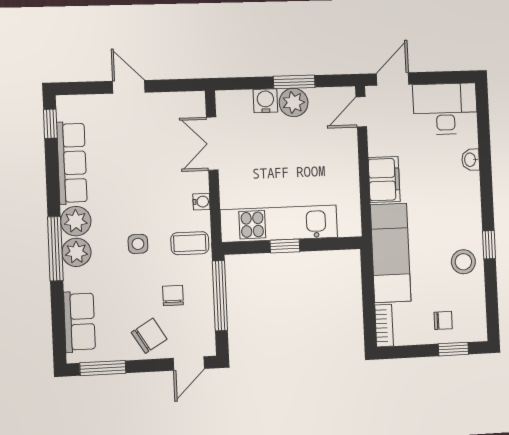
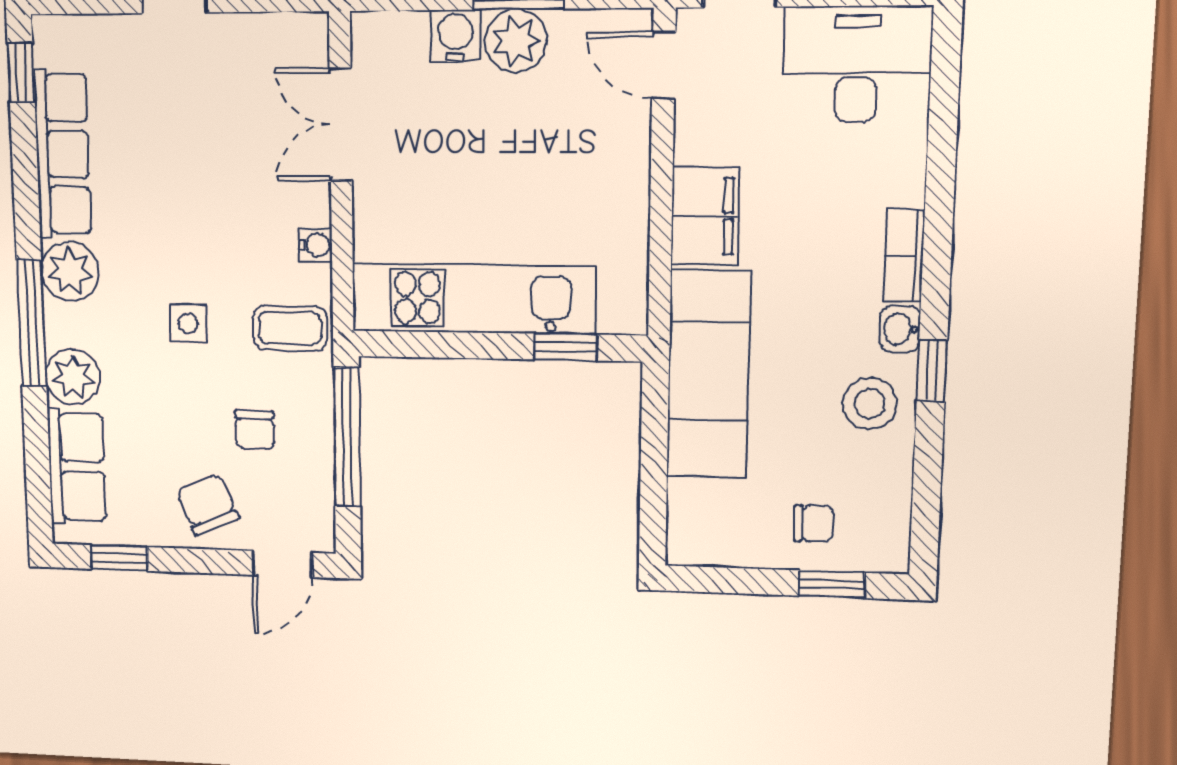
door: (361, 112) -> (664, 66), hinge flipped
washbasin: (471, 160) -> (900, 329), moved
window: (285, 246) -> (565, 347), moved
plant: (76, 252) -> (73, 377), moved
chair: (173, 295) -> (255, 430), turned 180
bookcase: (384, 326) -> (904, 256), moved, turned 180
chair: (149, 336) -> (207, 504), turned -82
window: (103, 368) -> (119, 558), width x0.67

